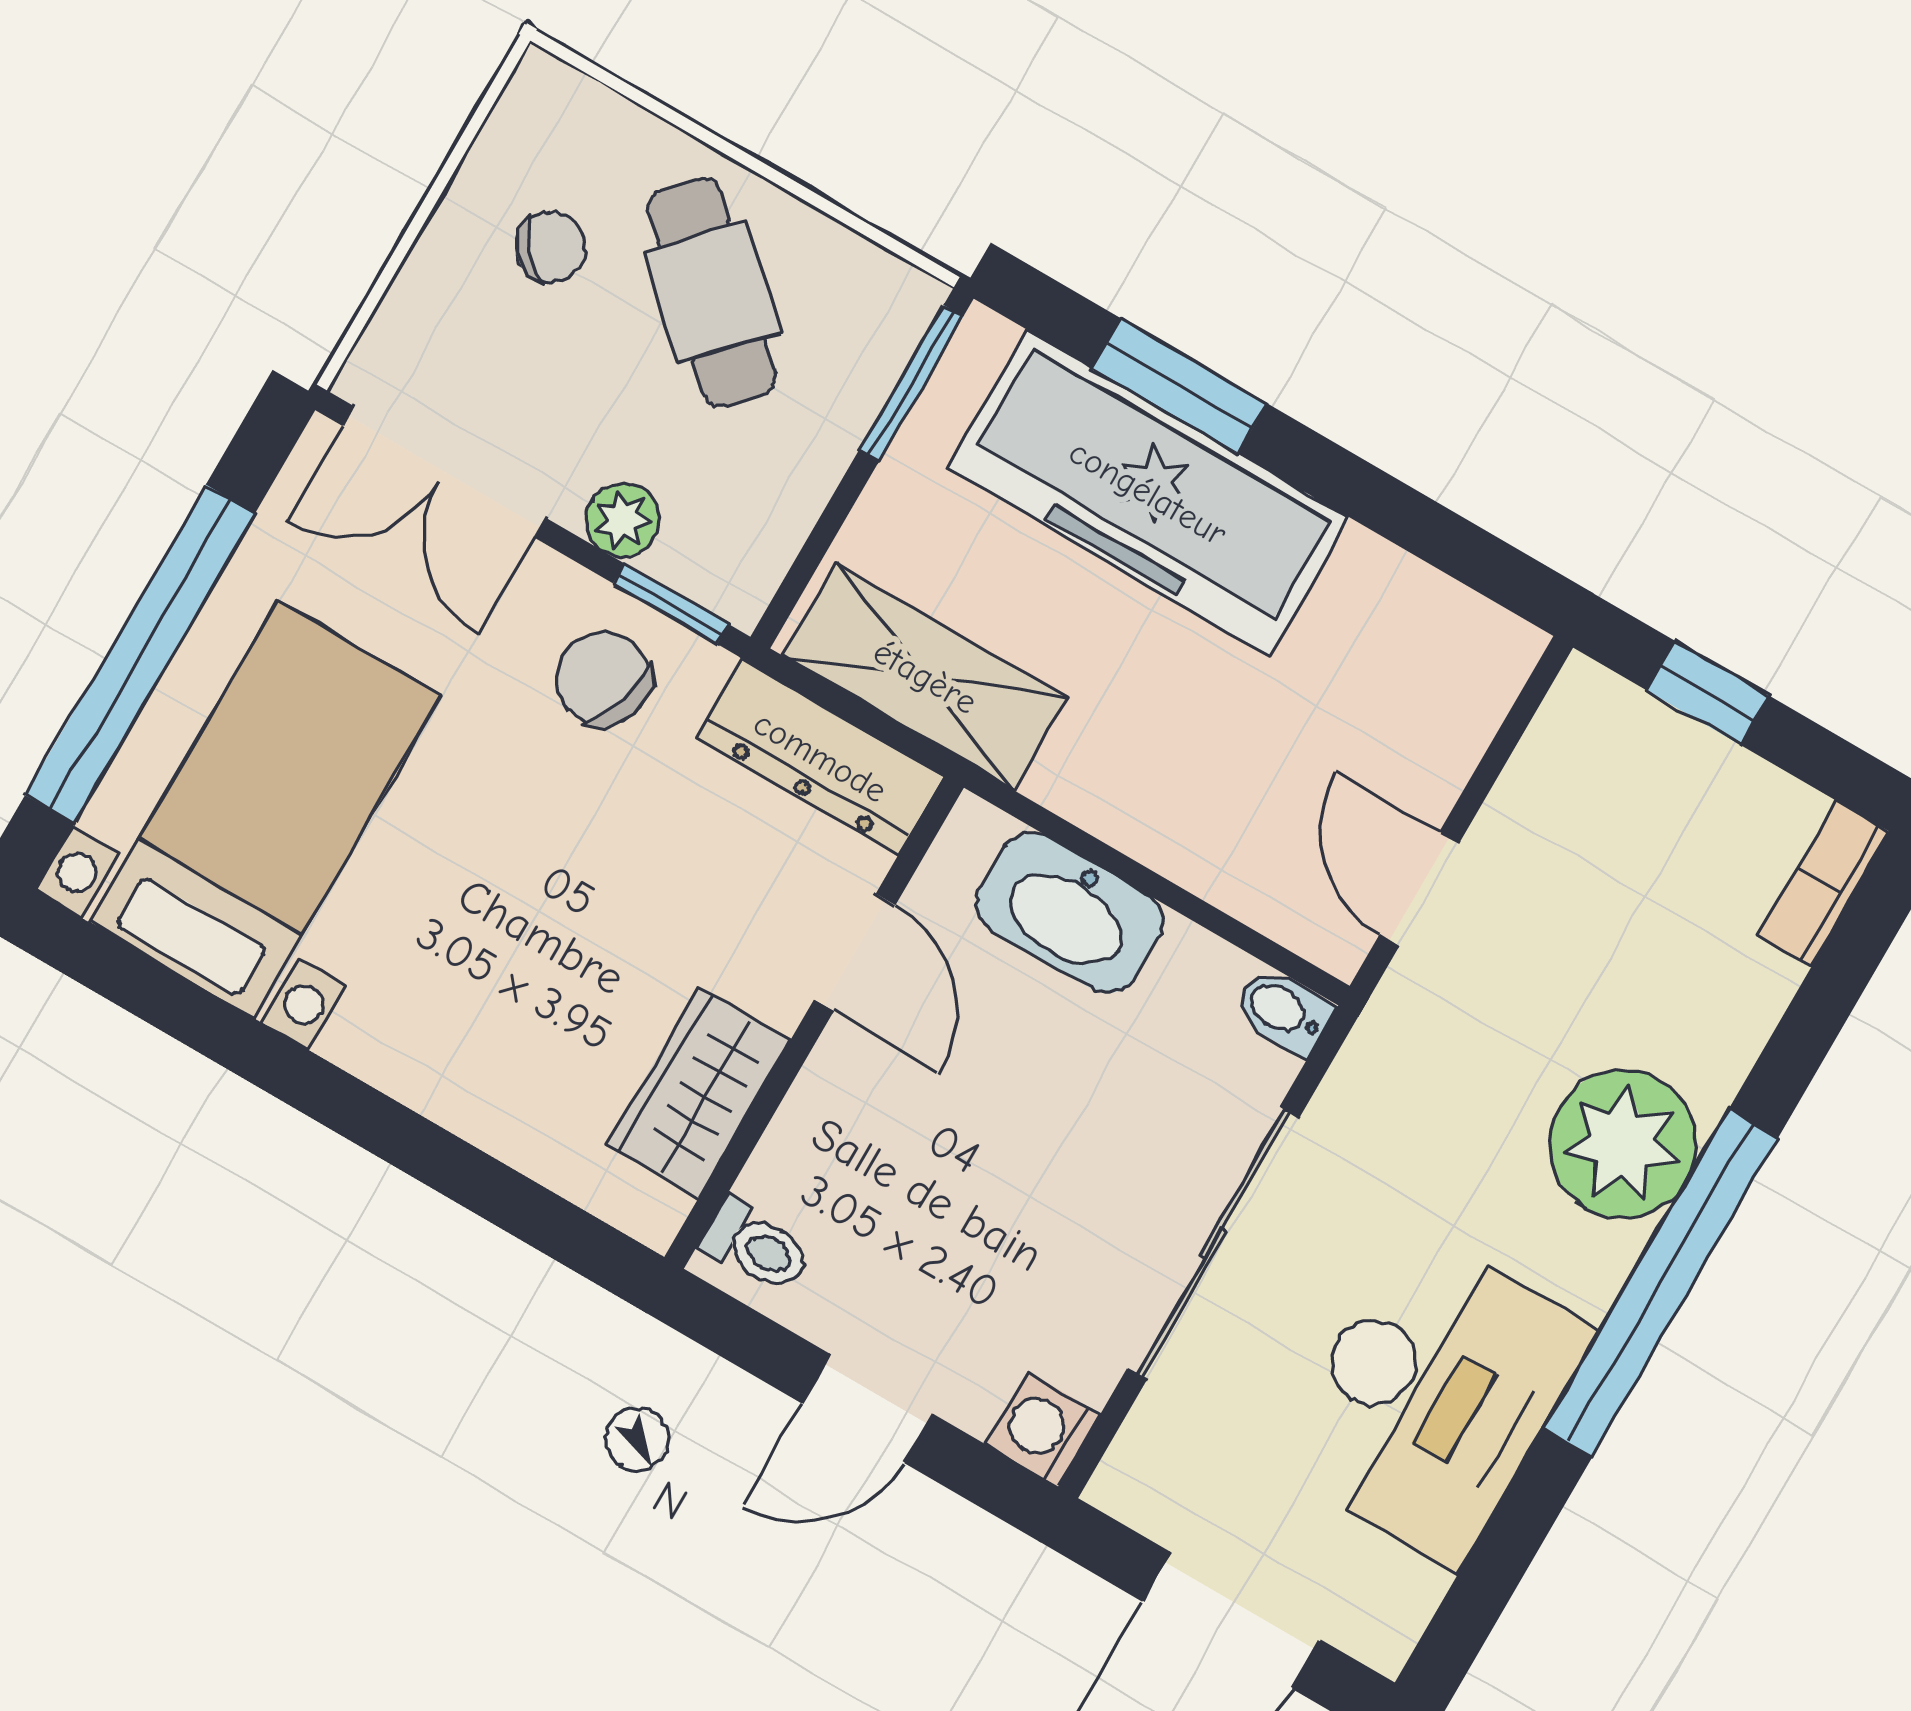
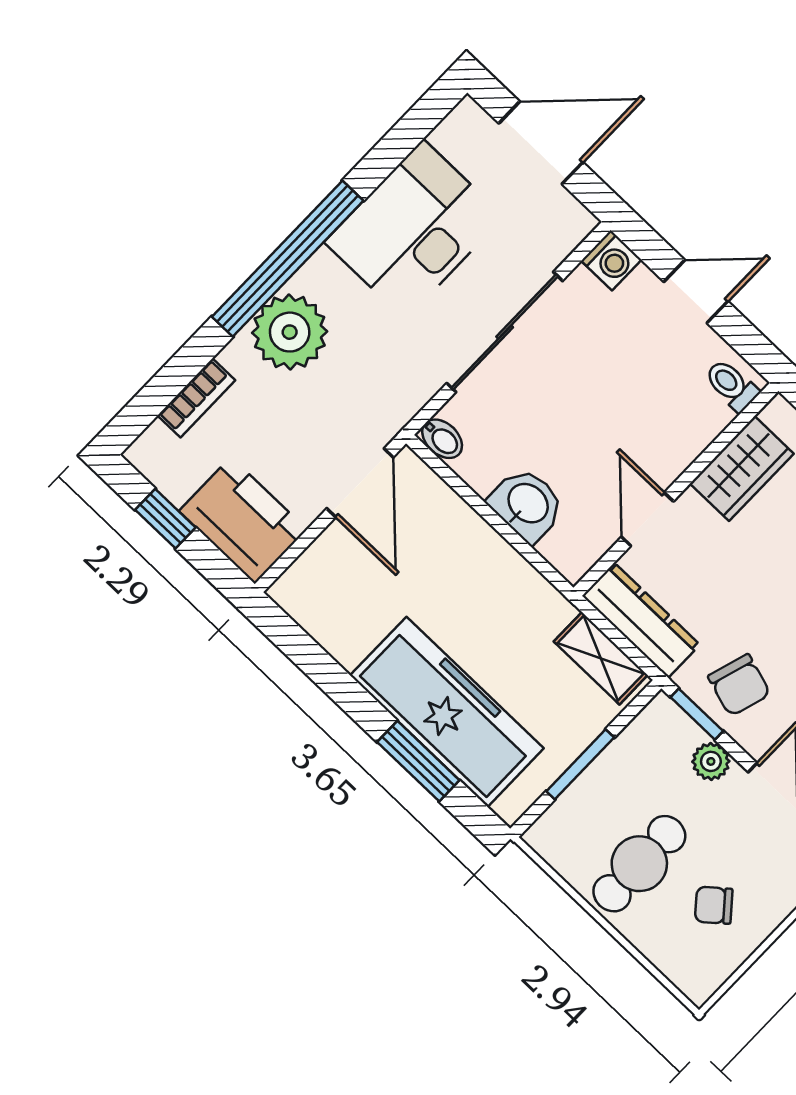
cafe table: (711, 292) -> (639, 864), turned 46
window: (911, 384) -> (580, 764), moved
shelving: (925, 677) -> (601, 658), width x0.67, depth x0.75
window: (1708, 693) -> (165, 519), moved
printer: (1625, 764) -> (243, 520), added
bookcase: (1824, 884) -> (196, 398), moved
door: (1419, 889) -> (360, 483), width x1.38
washbasin: (1070, 913) -> (527, 504), width x0.72

